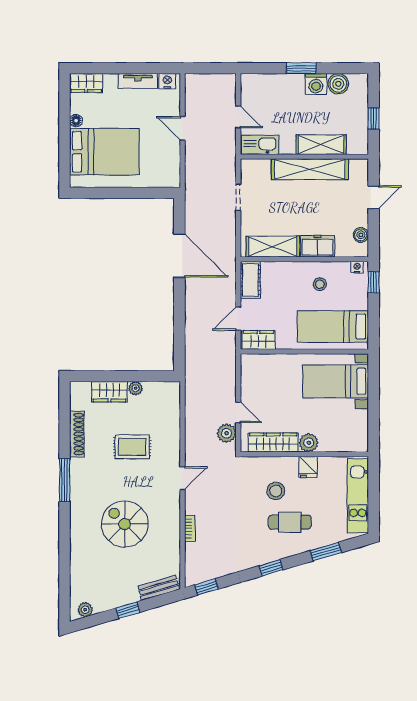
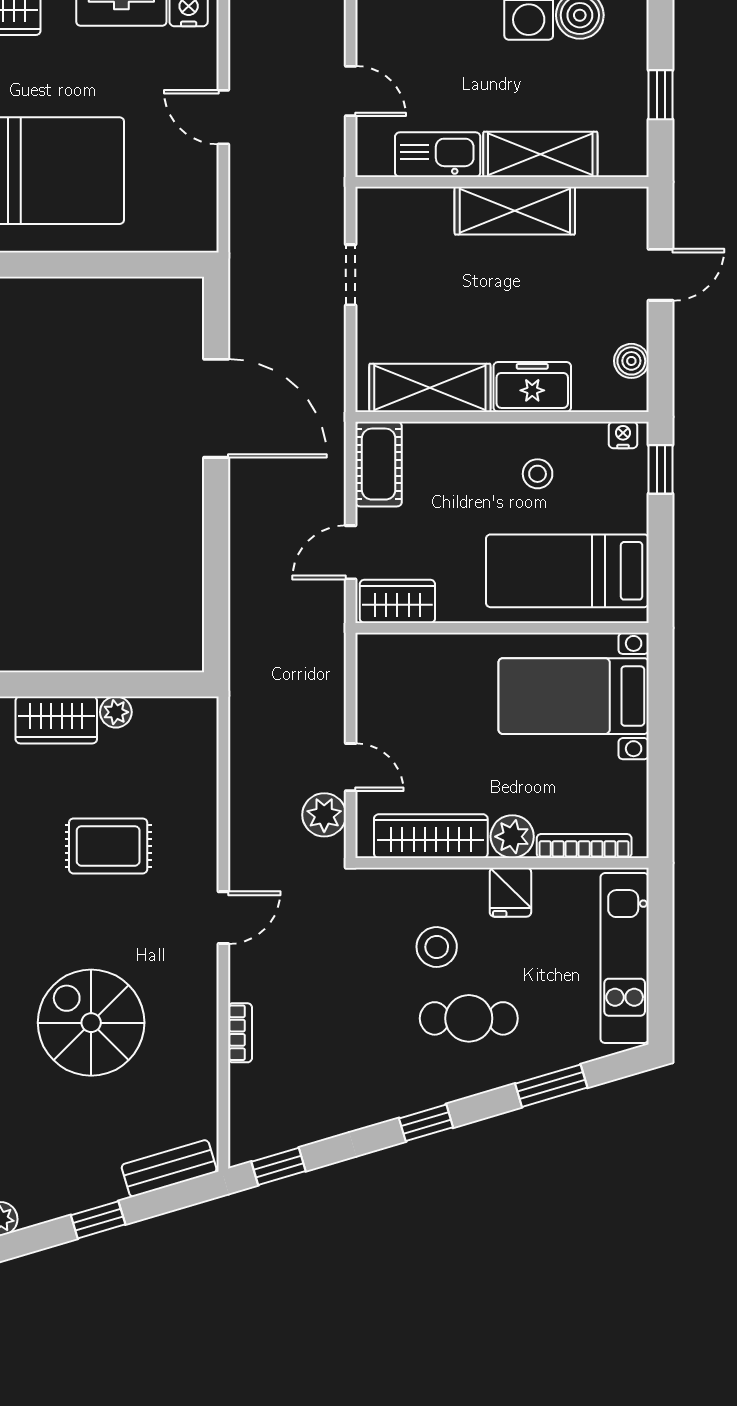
kitchen sink: (260, 145) -> (438, 155), moved
shelving: (310, 169) -> (515, 211), width x0.68
bookcase: (340, 447) -> (584, 846), added

